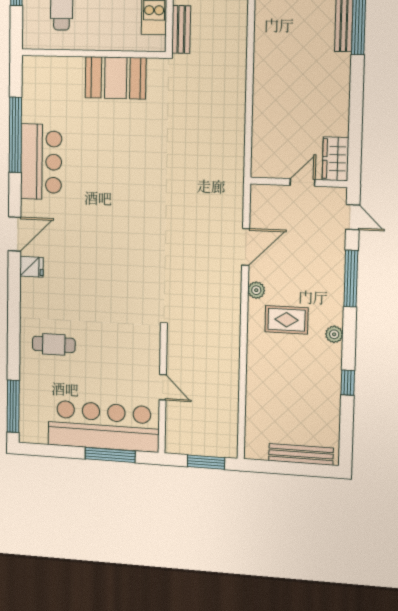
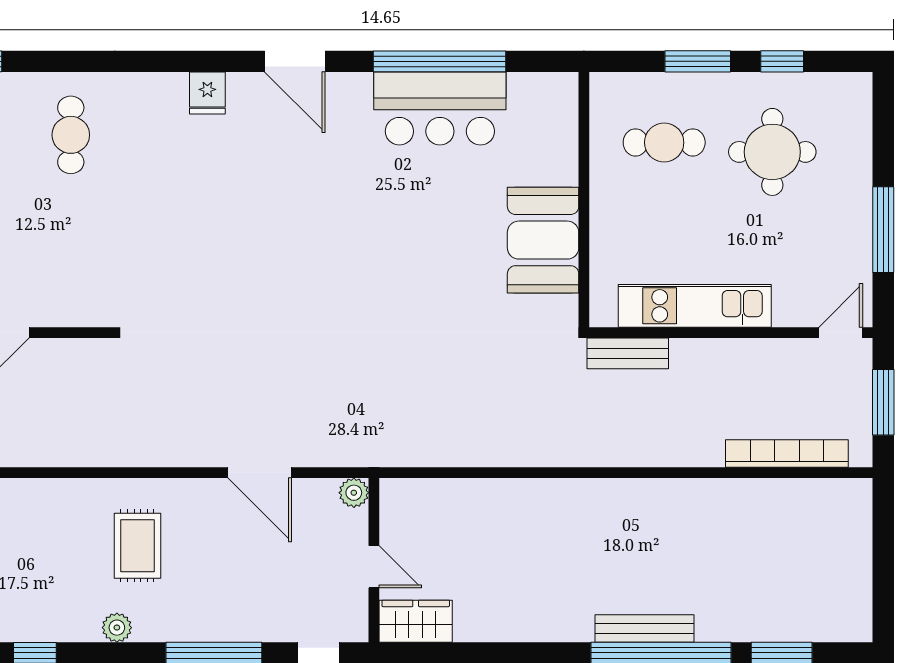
bar counter: (41, 162) -> (440, 108), moved
door: (15, 234) -> (295, 61), moved
plant: (256, 290) -> (354, 493), moved

